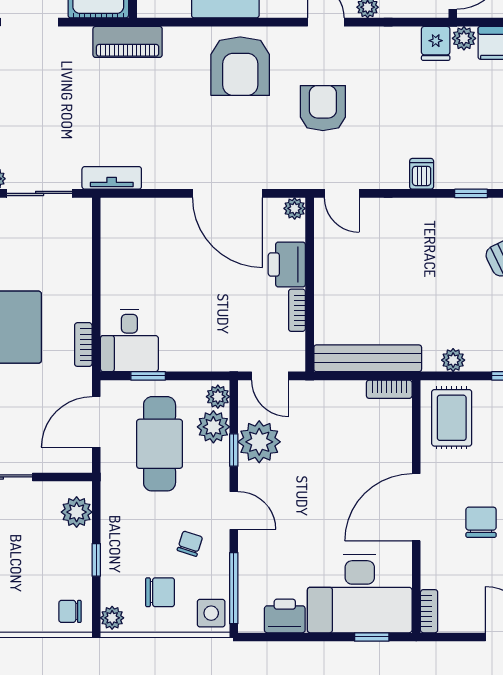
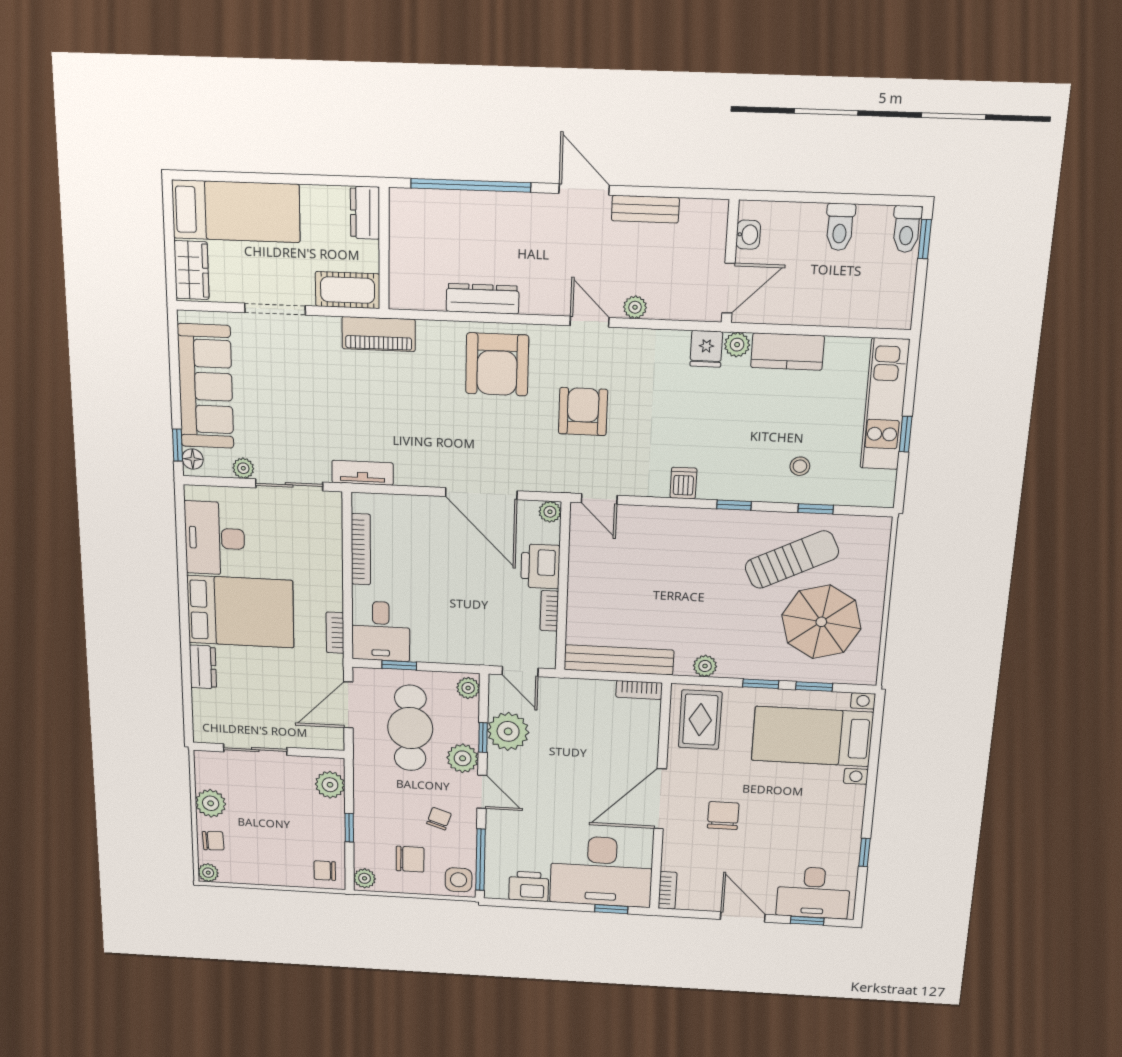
bookcase: (110, 256) -> (361, 549), added
plant: (213, 427) -> (463, 758), moved

